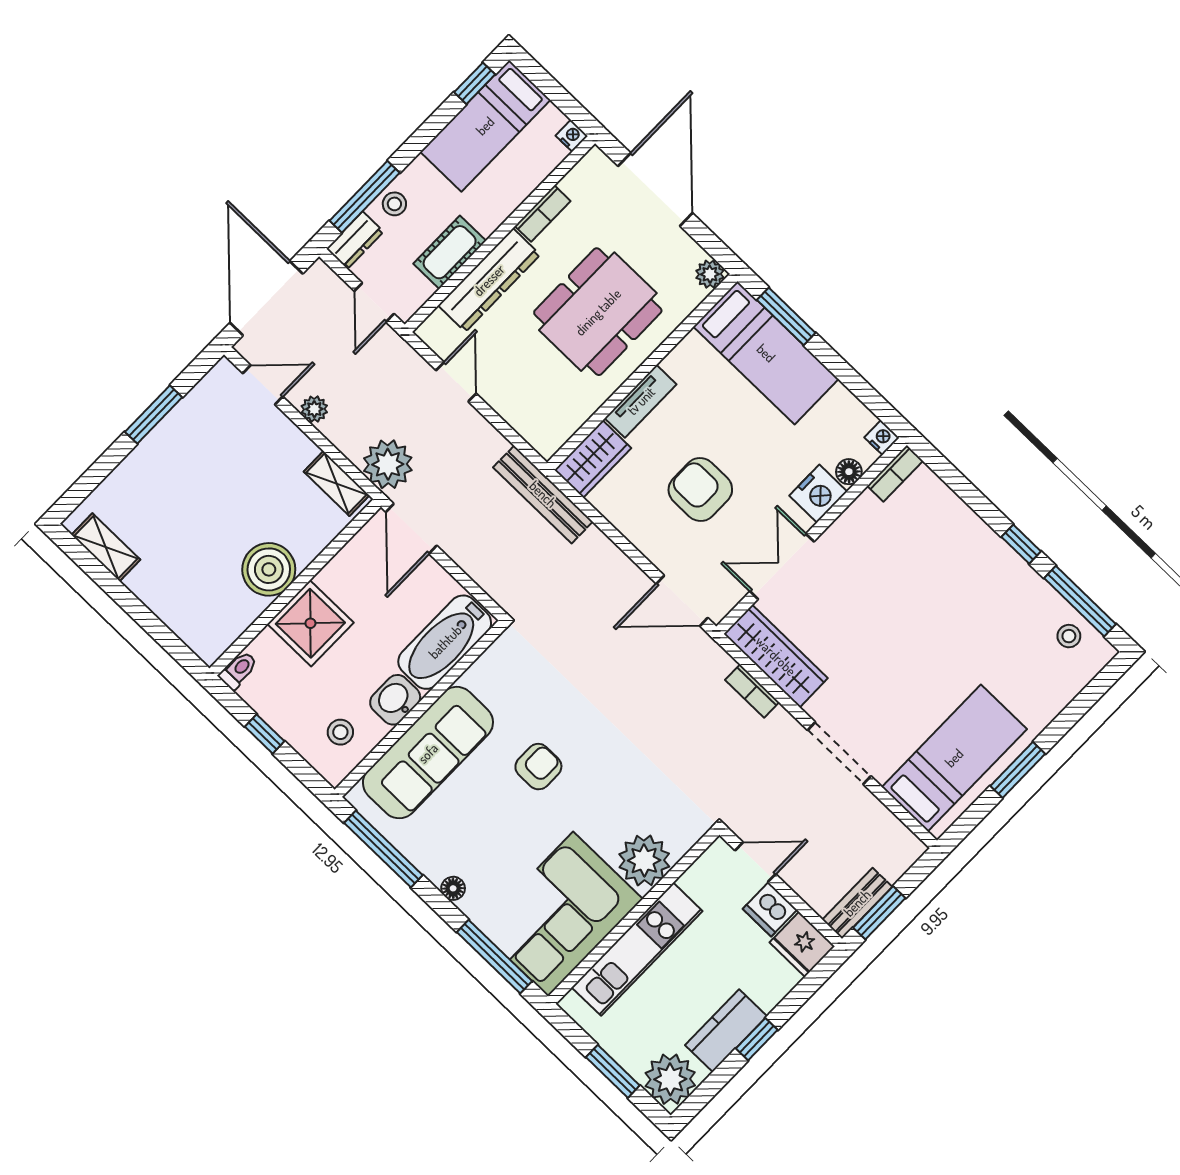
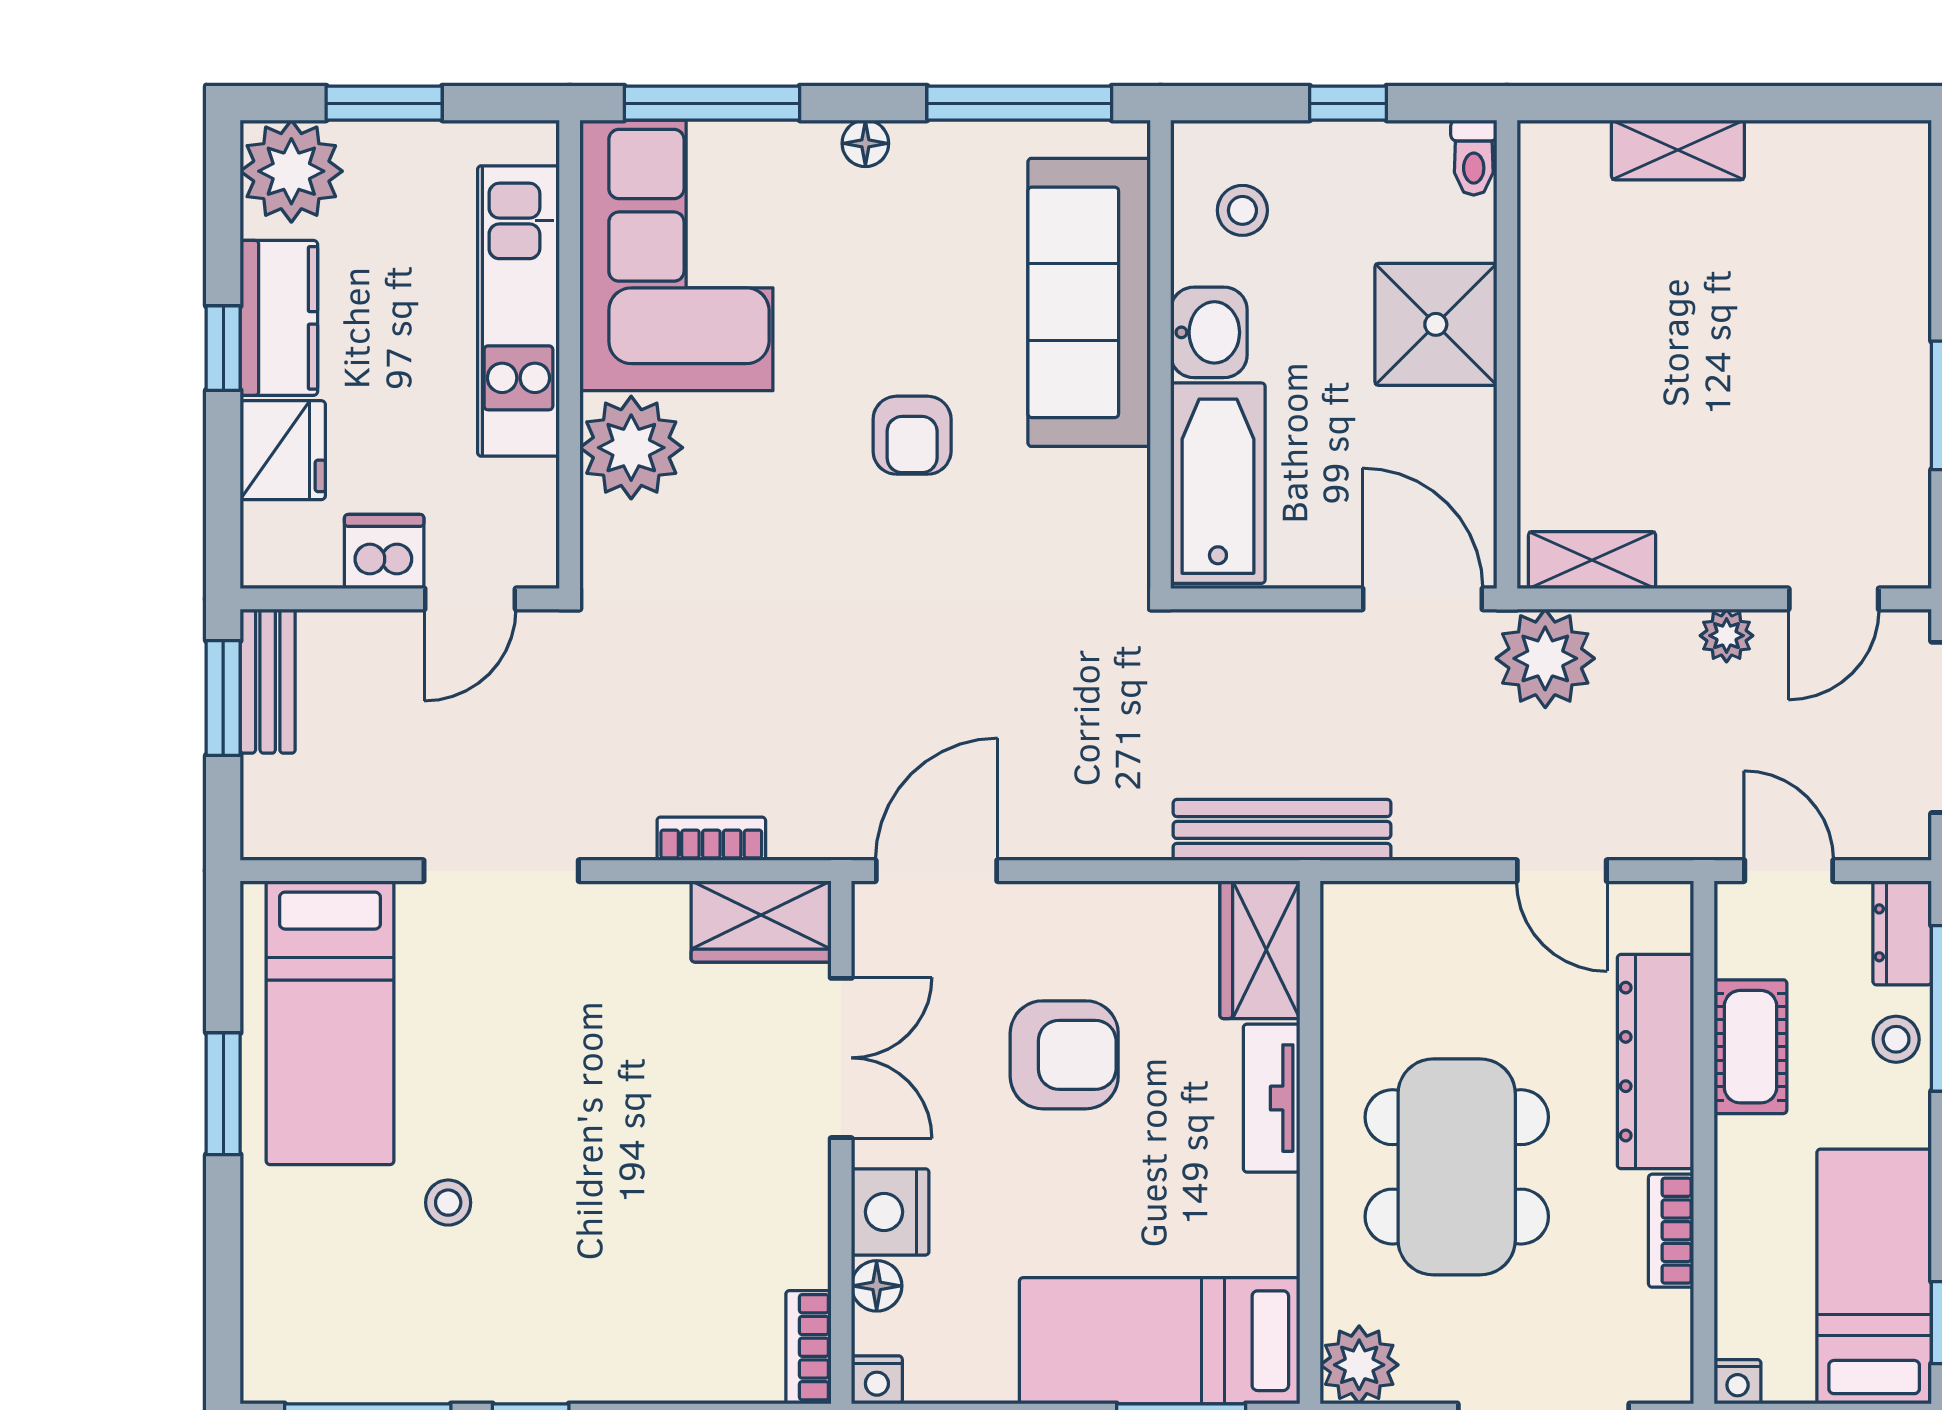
plant: (710, 274) -> (1359, 1365), width x1.38, depth x1.38
shelving: (106, 547) -> (1678, 150), moved
boiler: (269, 569) -> (1570, 344), removed
stool: (1069, 636) -> (448, 1203), moved
wardrobe: (776, 656) -> (761, 921), width x0.67
fridge: (802, 944) -> (283, 450), moved, turned 90

